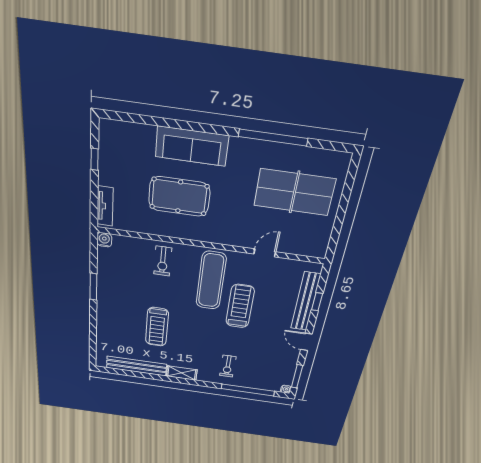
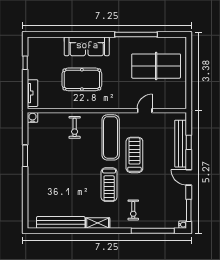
treadmill: (157, 327) -> (109, 185), moved

